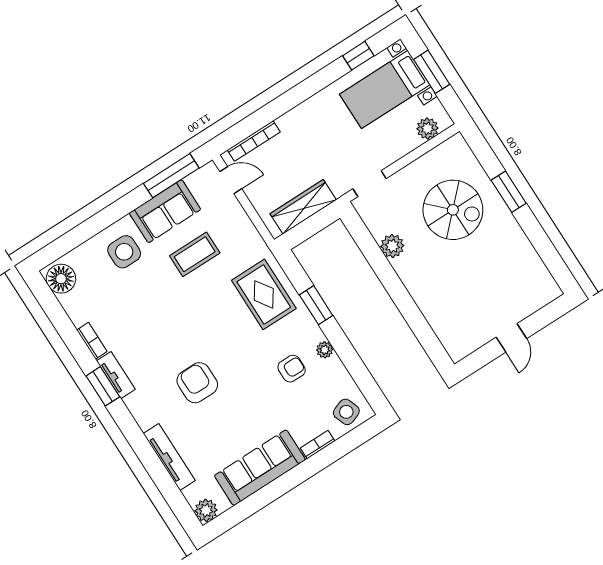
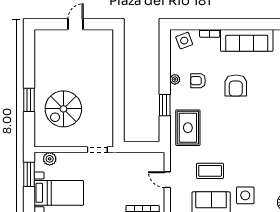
window: (432, 72) -> (29, 174), moved
door: (231, 180) -> (167, 180), moved
wardrobe: (303, 207) -> (139, 160), removed
spiral stairs: (453, 210) -> (63, 109), turned -90
plant: (392, 246) -> (106, 110), removed
armchair: (197, 383) -> (236, 86), moved

